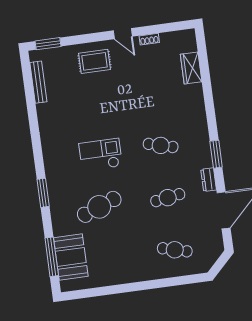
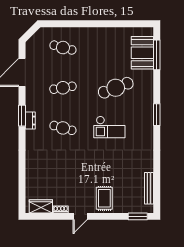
door: (123, 34) -> (80, 216), swing flipped
rug: (95, 61) -> (104, 198), turned 90
wardrobe: (191, 68) -> (41, 206), moved, turned -90
dresser: (209, 180) -> (30, 121), moved
window: (43, 193) -> (157, 115), moved

